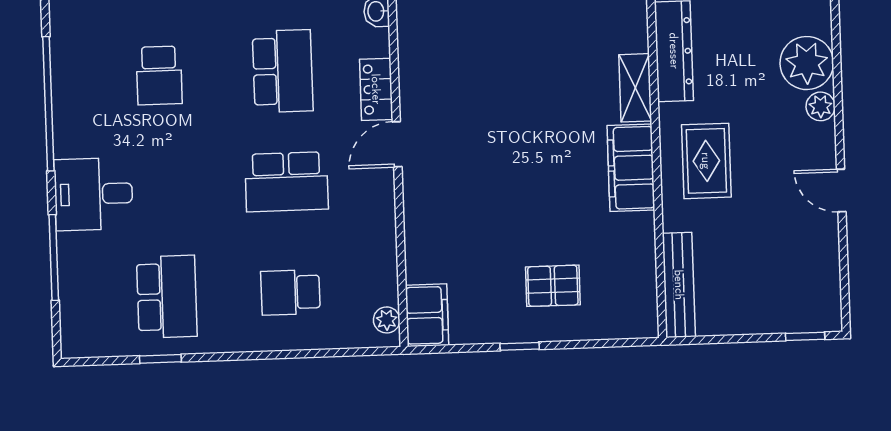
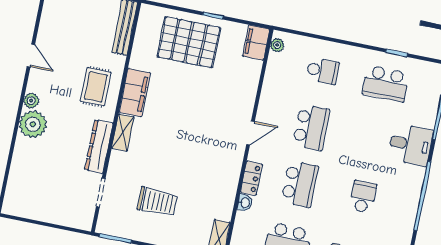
school desk: (283, 71) -> (300, 184), turned 180
locker: (376, 89) -> (251, 178), moved
school desk: (287, 182) -> (311, 127), turned 90
pallet: (553, 286) -> (189, 42), width x2.05, depth x2.00
school desk: (167, 297) -> (386, 84), turned -90

